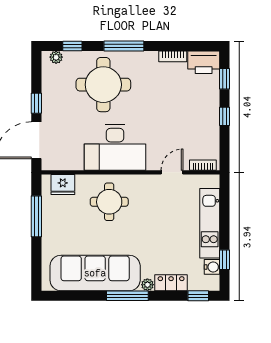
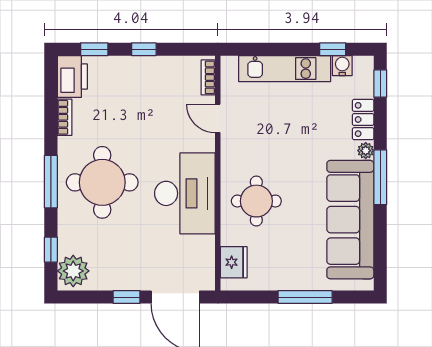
plant: (56, 57) -> (73, 271), width x1.88, depth x1.88
round table: (103, 85) -> (102, 182), moved
window: (36, 216) -> (305, 297), moved

